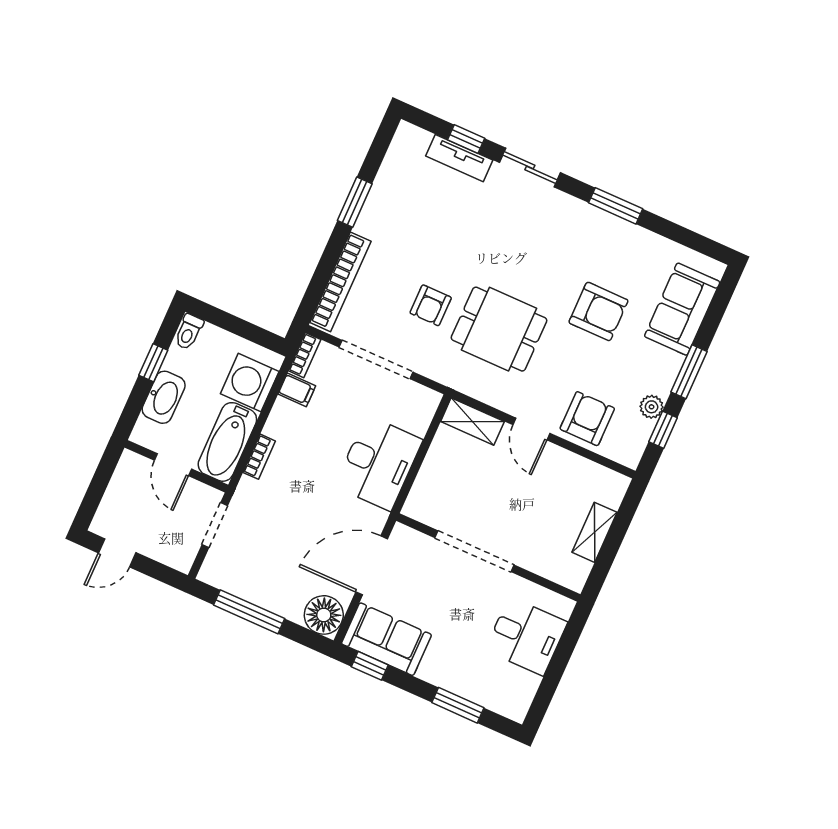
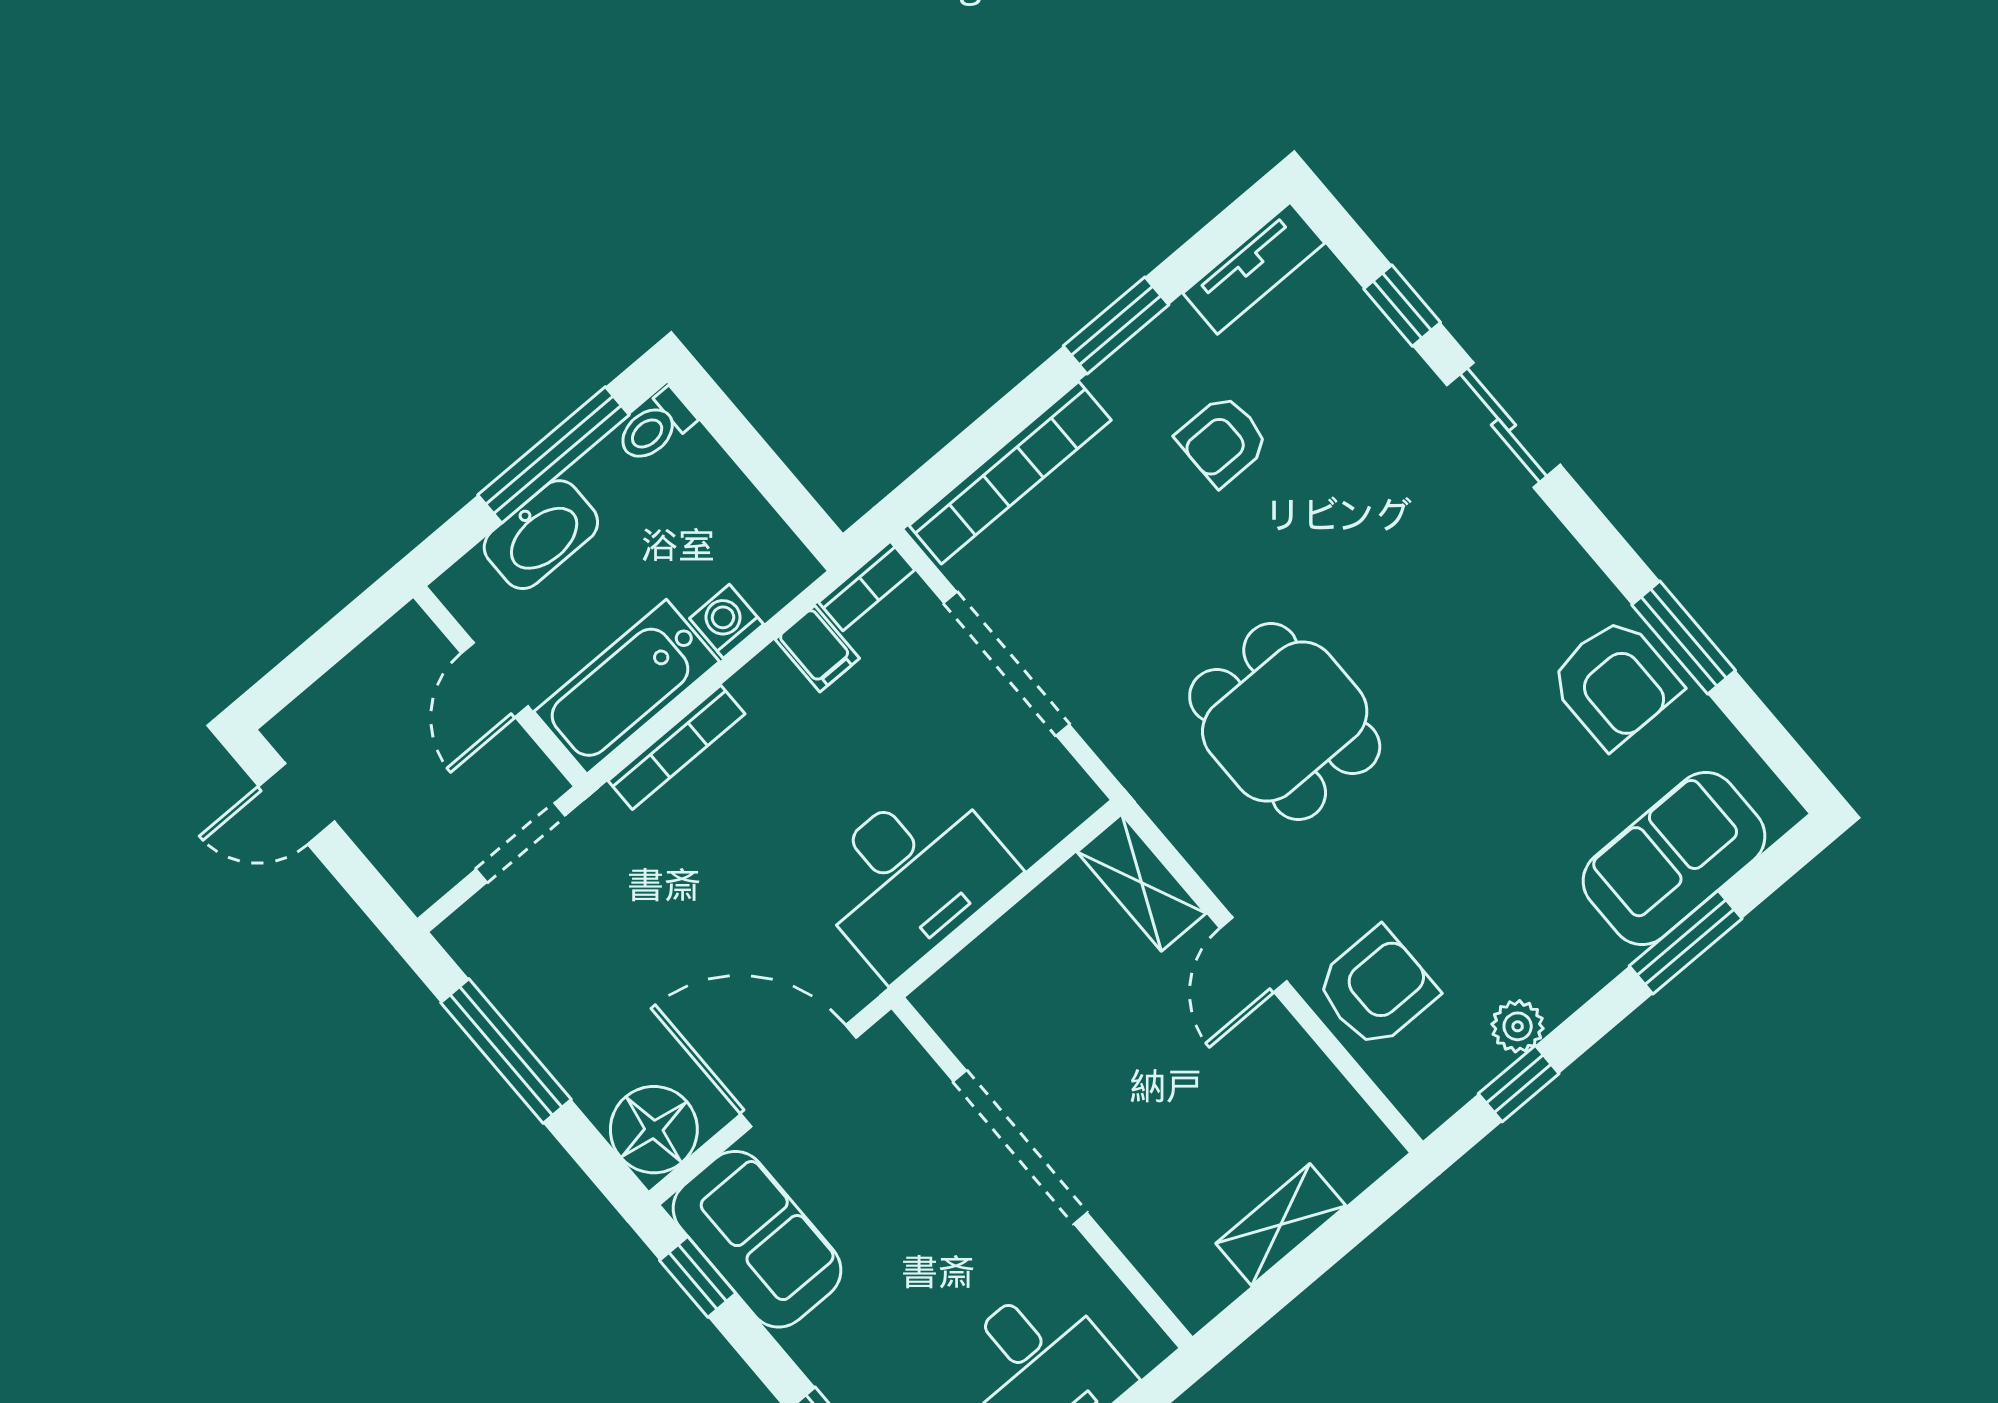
tv unit: (459, 158) -> (1254, 268), moved, turned -90
window: (616, 206) -> (1684, 638), moved
armchair: (431, 305) -> (1223, 440), moved
armchair: (598, 311) -> (1615, 683), moved
window: (153, 363) -> (553, 455), width x2.17
window: (689, 372) -> (1686, 942), moved
washing machine: (250, 383) -> (726, 621), width x0.53, depth x0.53
bookcase: (259, 457) -> (676, 747), width x1.56

